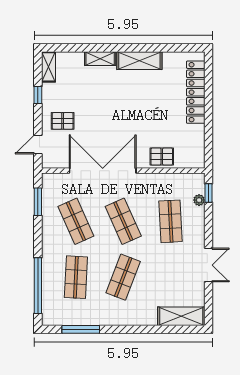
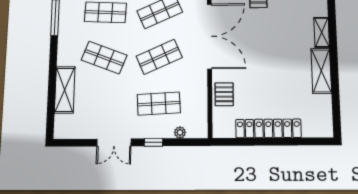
locker: (196, 92) -> (268, 128), moved
window: (209, 193) -> (153, 142), moved
shelving: (181, 316) -> (65, 90), moved

